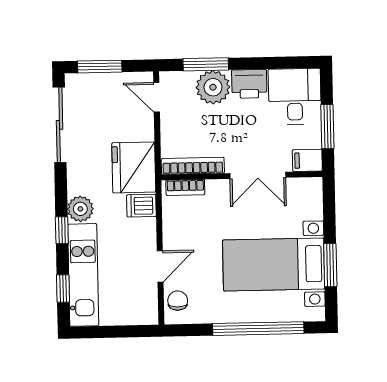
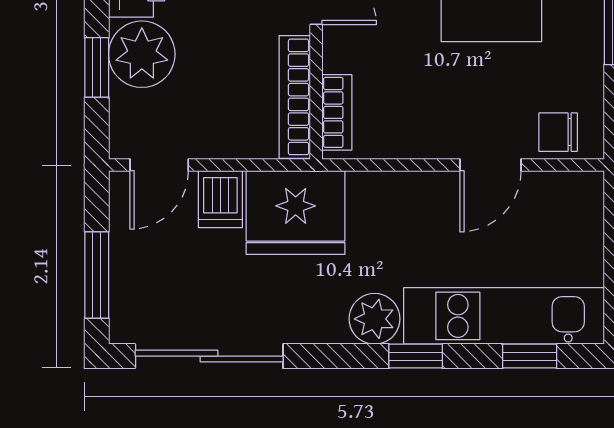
window: (206, 64) -> (97, 67), width x0.67
dishwasher: (141, 206) -> (220, 199), moved
door: (160, 266) -> (490, 165), swing flipped

